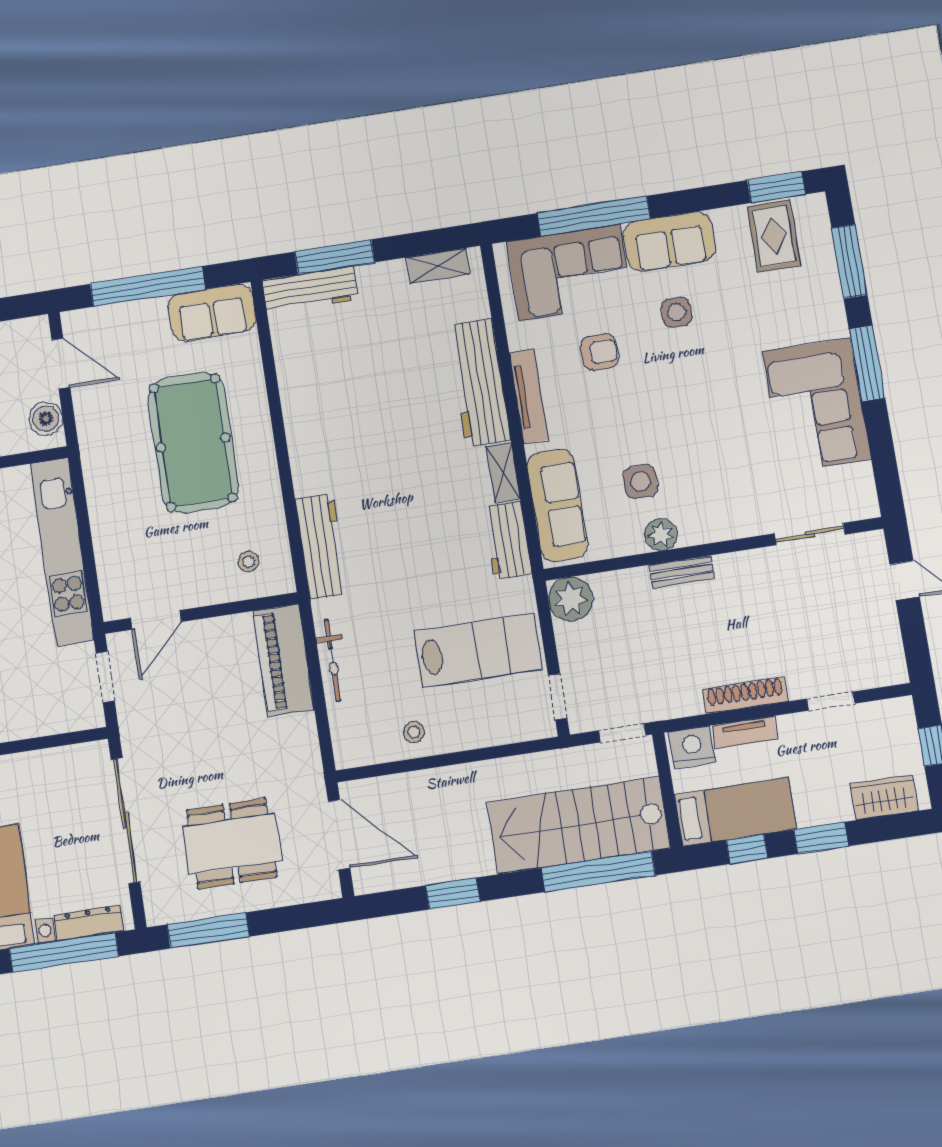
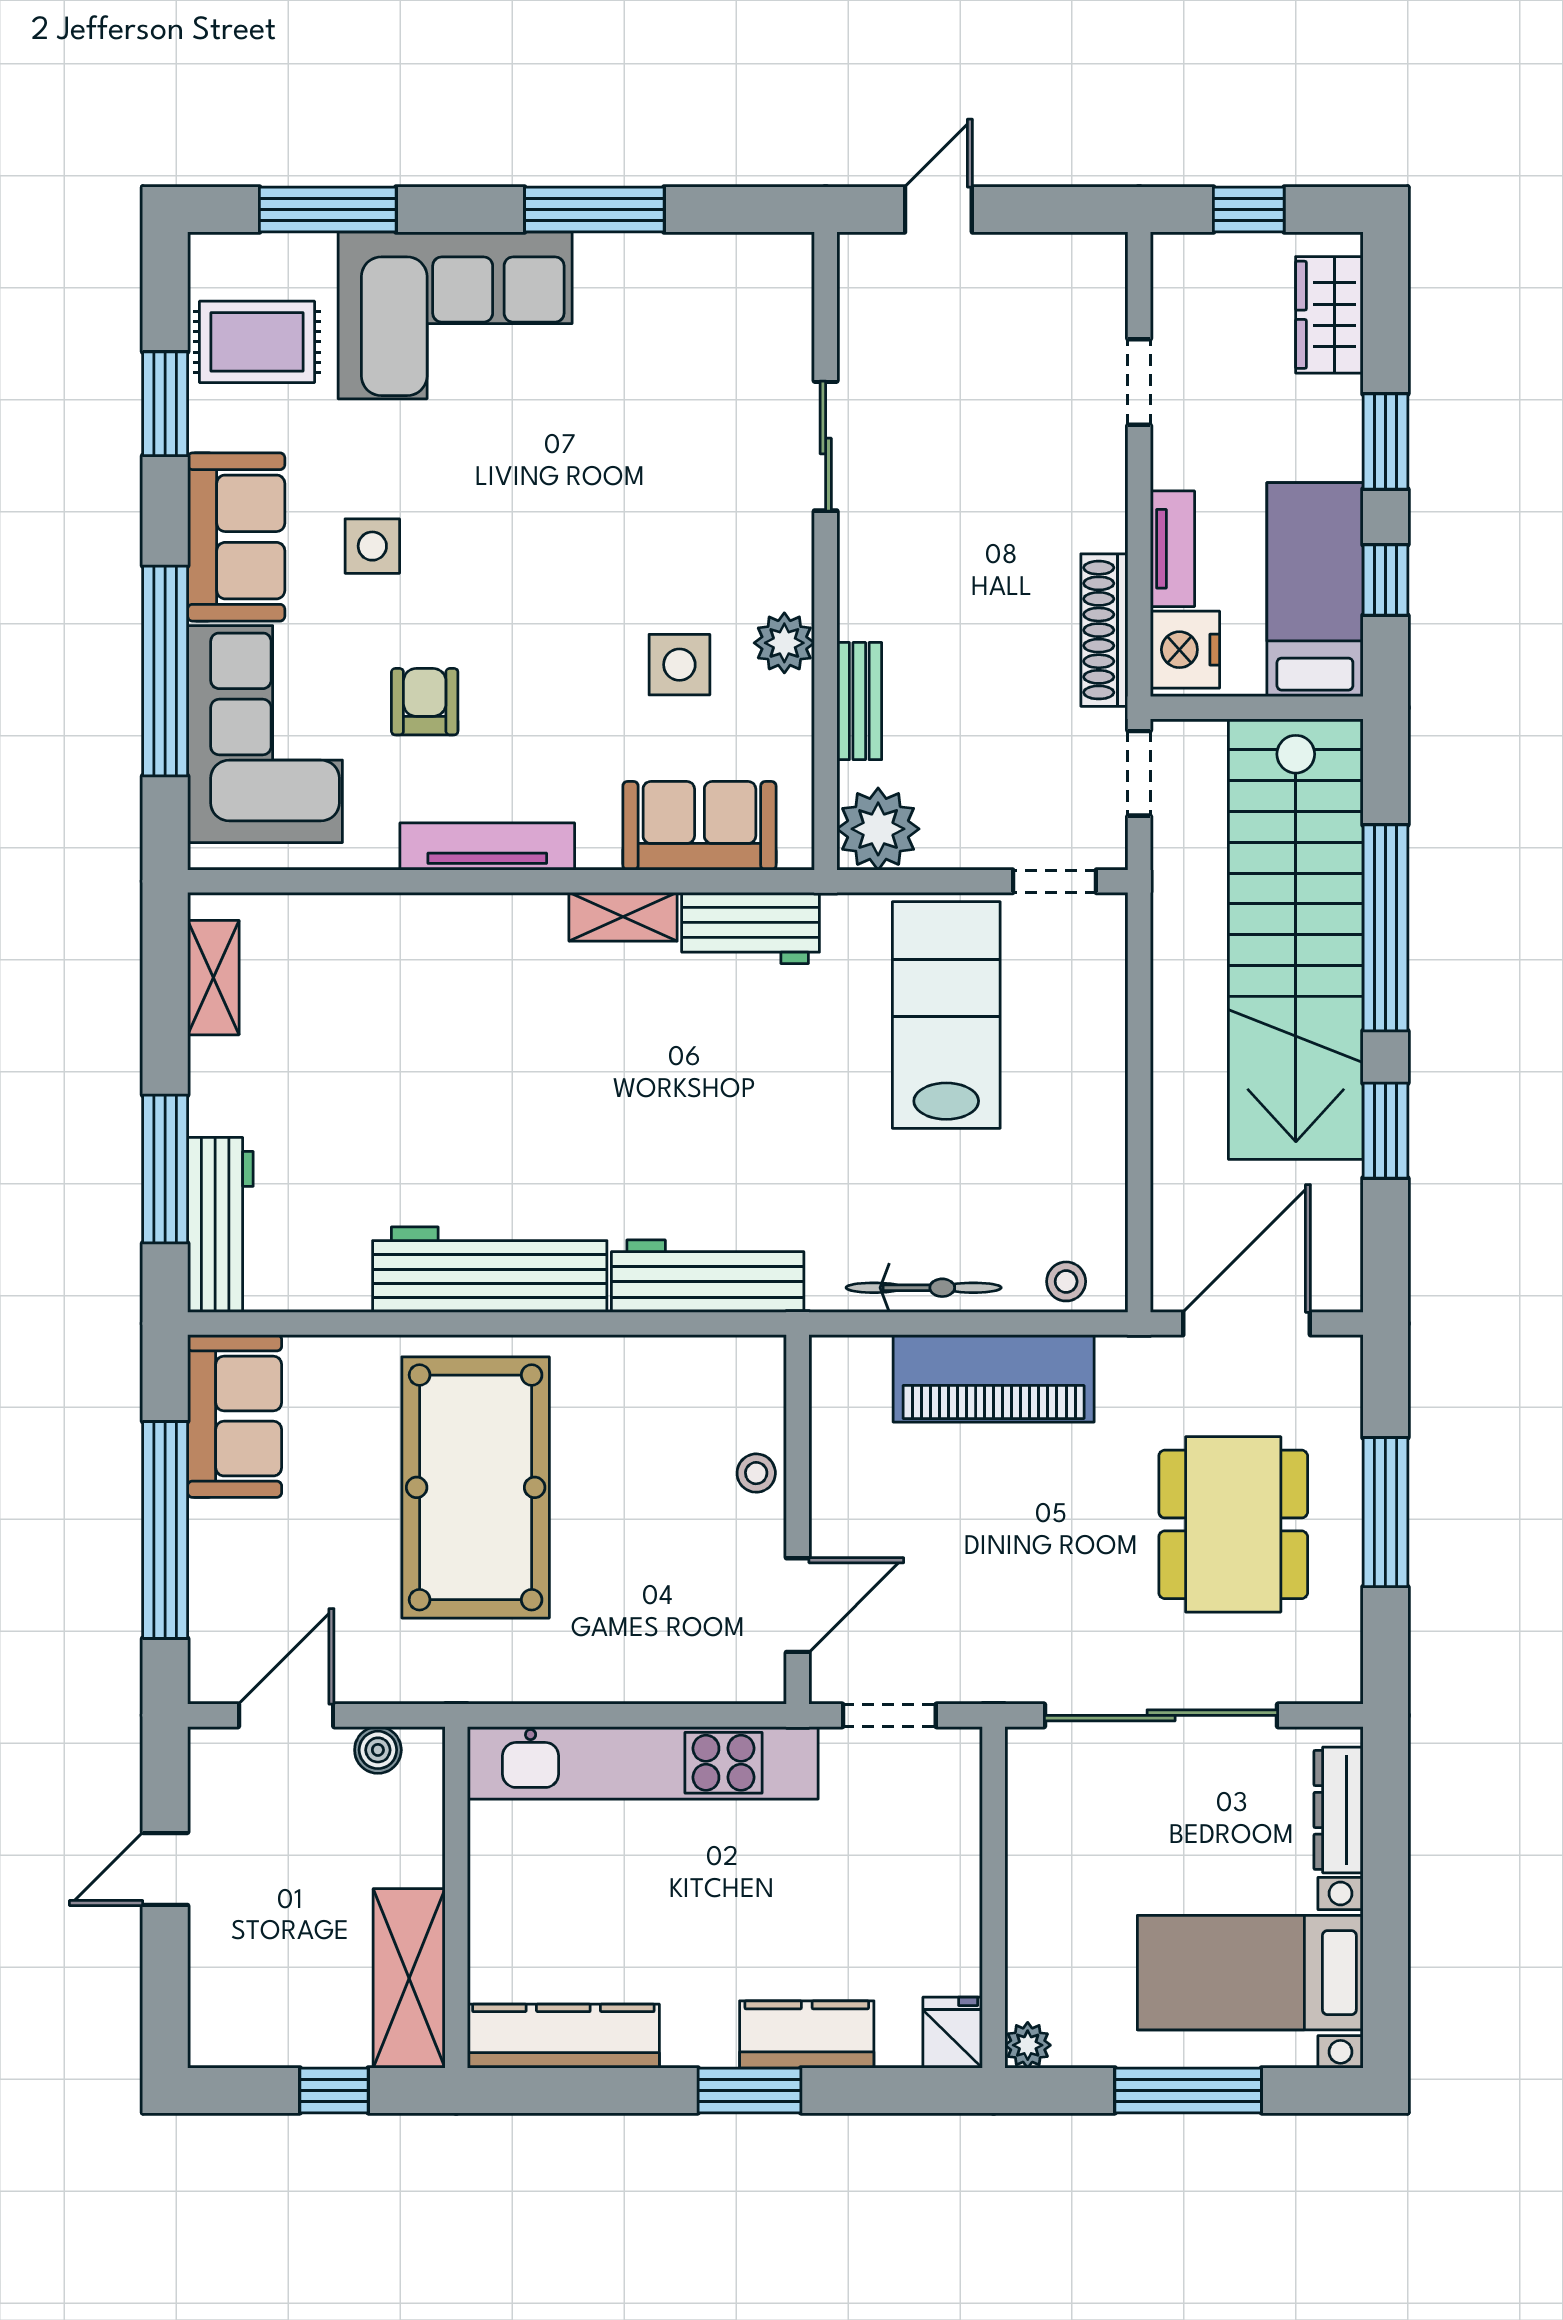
window: (776, 187) -> (165, 404), moved
window: (867, 363) -> (594, 210), moved
workbench: (479, 383) -> (490, 1270), moved, turned 180
corner sofa: (817, 405) -> (455, 315), moved
boiler: (46, 419) -> (378, 1750), width x0.73, depth x0.73
pool table: (193, 443) -> (476, 1487), turned 90
sofa: (557, 505) -> (699, 826), width x0.73
sliding door: (810, 534) -> (826, 446), moved
stool: (248, 562) -> (756, 1473), moved
bench: (682, 572) -> (859, 701), moved
door: (156, 620) -> (798, 1605), hinge flipped
piano: (283, 660) -> (994, 1378), moved
shoe rack: (745, 695) -> (1104, 630), moved
stool: (414, 732) -> (1066, 1281), moved
stairs: (579, 825) -> (1296, 939), width x1.36
window: (598, 872) -> (1385, 928), moved
window: (208, 930) -> (1385, 1512), moved
window: (64, 952) -> (1385, 1864), removed

